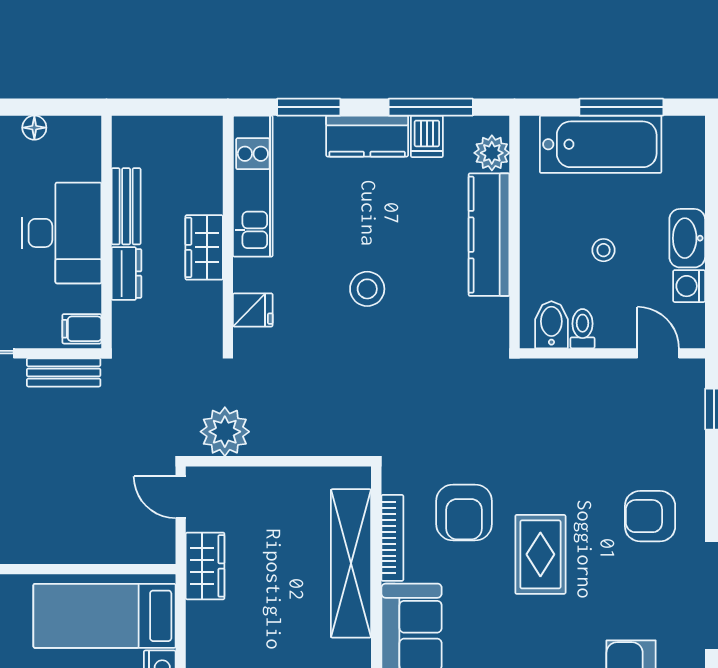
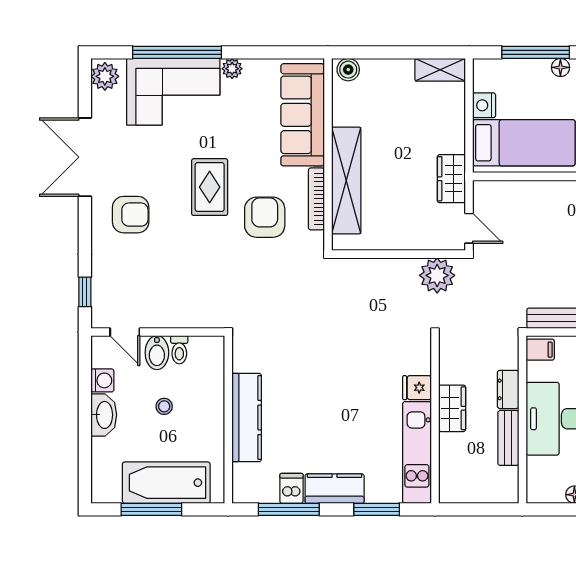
plant: (492, 153) -> (245, 476), removed
stool: (367, 289) -> (334, 378), removed
fridge: (253, 310) -> (417, 388), moved
bidet: (551, 325) -> (157, 353), moved

